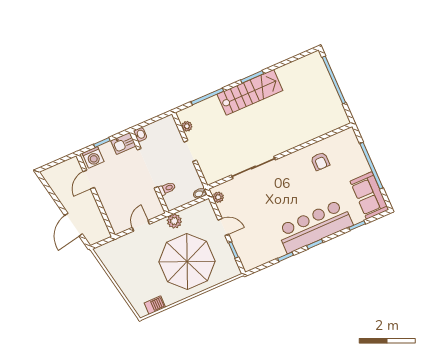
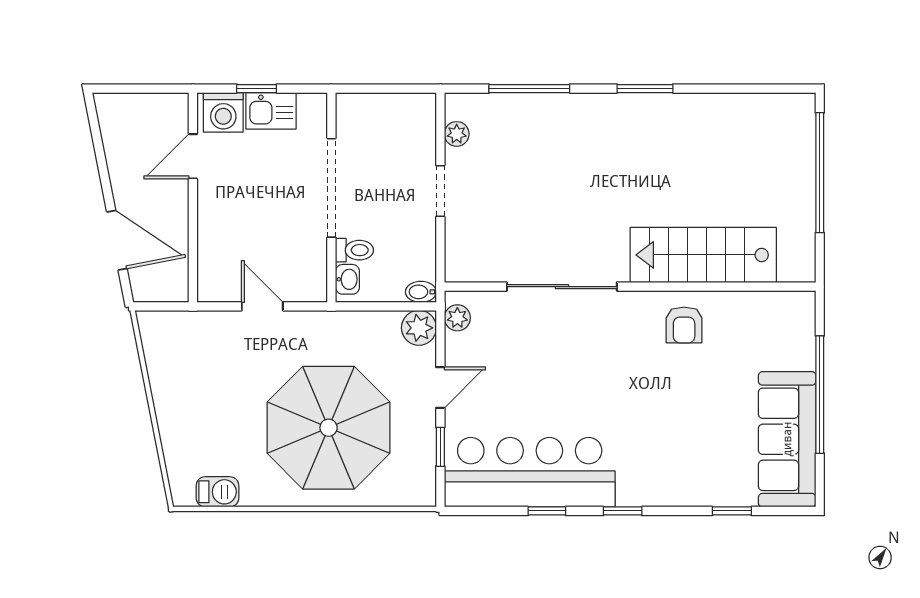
stairs: (250, 92) -> (703, 255), moved, turned 180
washbasin: (140, 134) -> (347, 279), moved
kitchen sink: (123, 143) -> (271, 111), moved
armchair: (320, 161) -> (684, 325), moved
sofa: (369, 195) -> (787, 439), width x1.36
plant: (174, 221) -> (419, 328), moved
door: (73, 225) -> (117, 240), swing flipped
door: (141, 226) -> (262, 306), hinge flipped
bar counter: (315, 226) -> (530, 472), moved
door: (223, 227) -> (440, 388), hinge flipped

